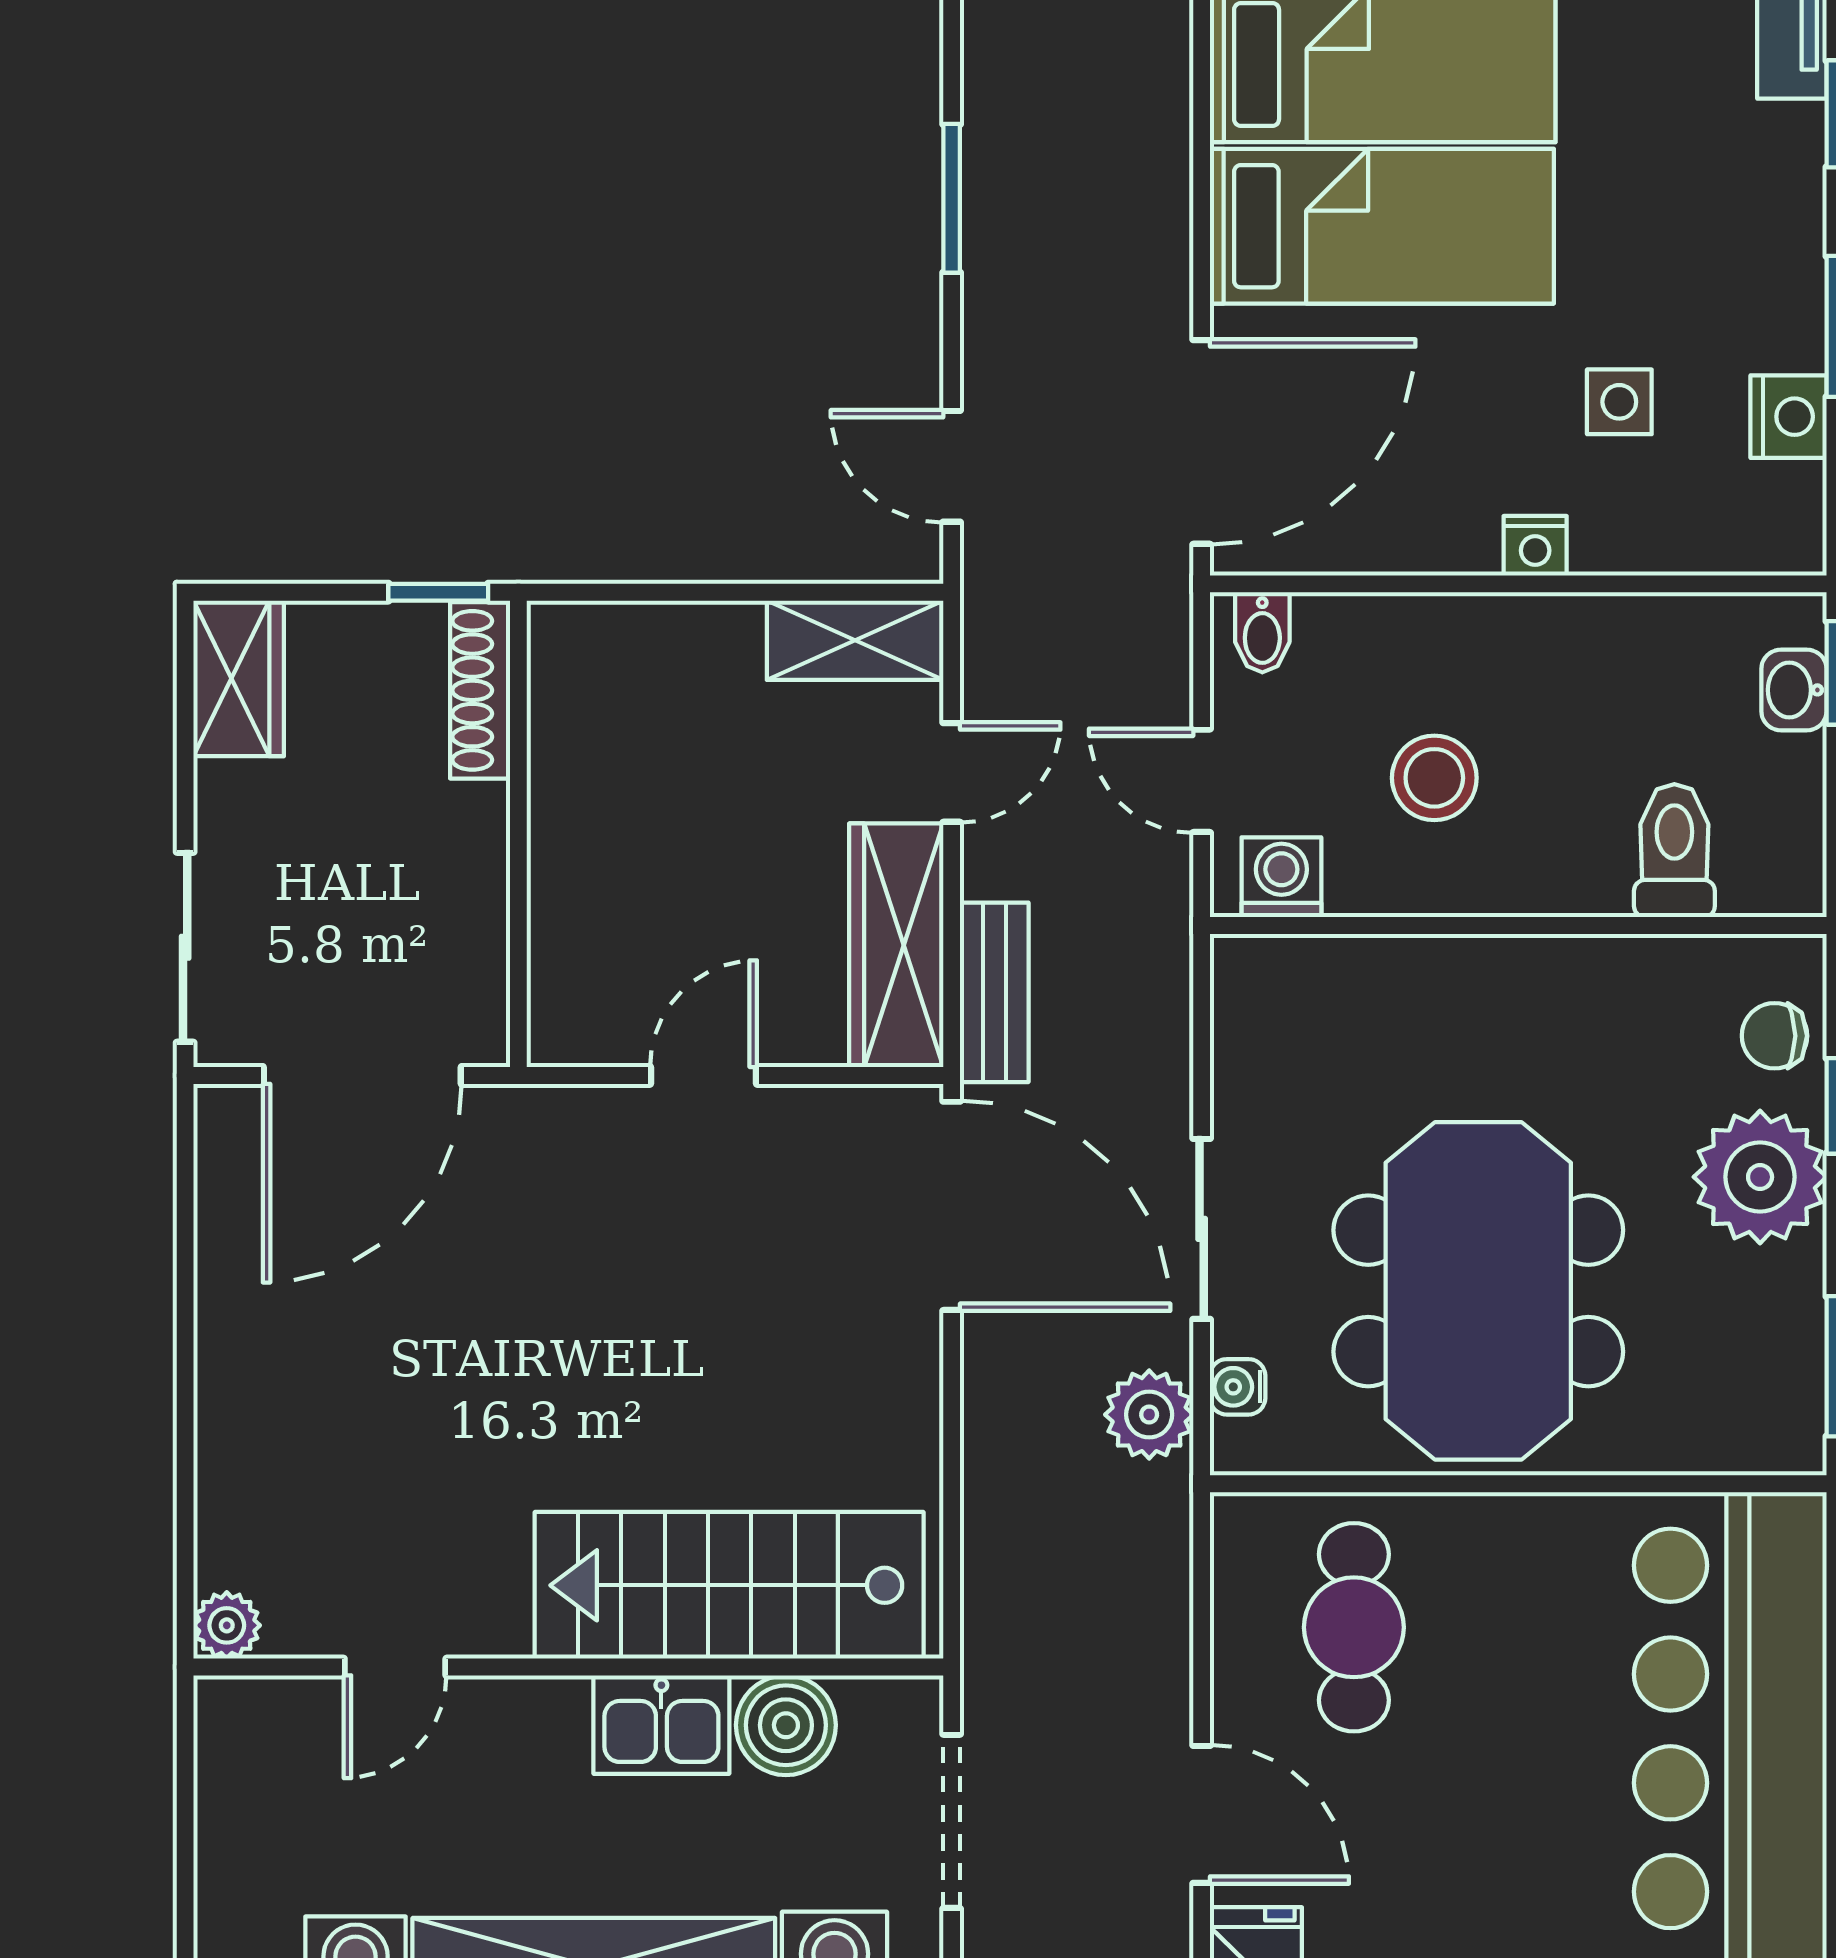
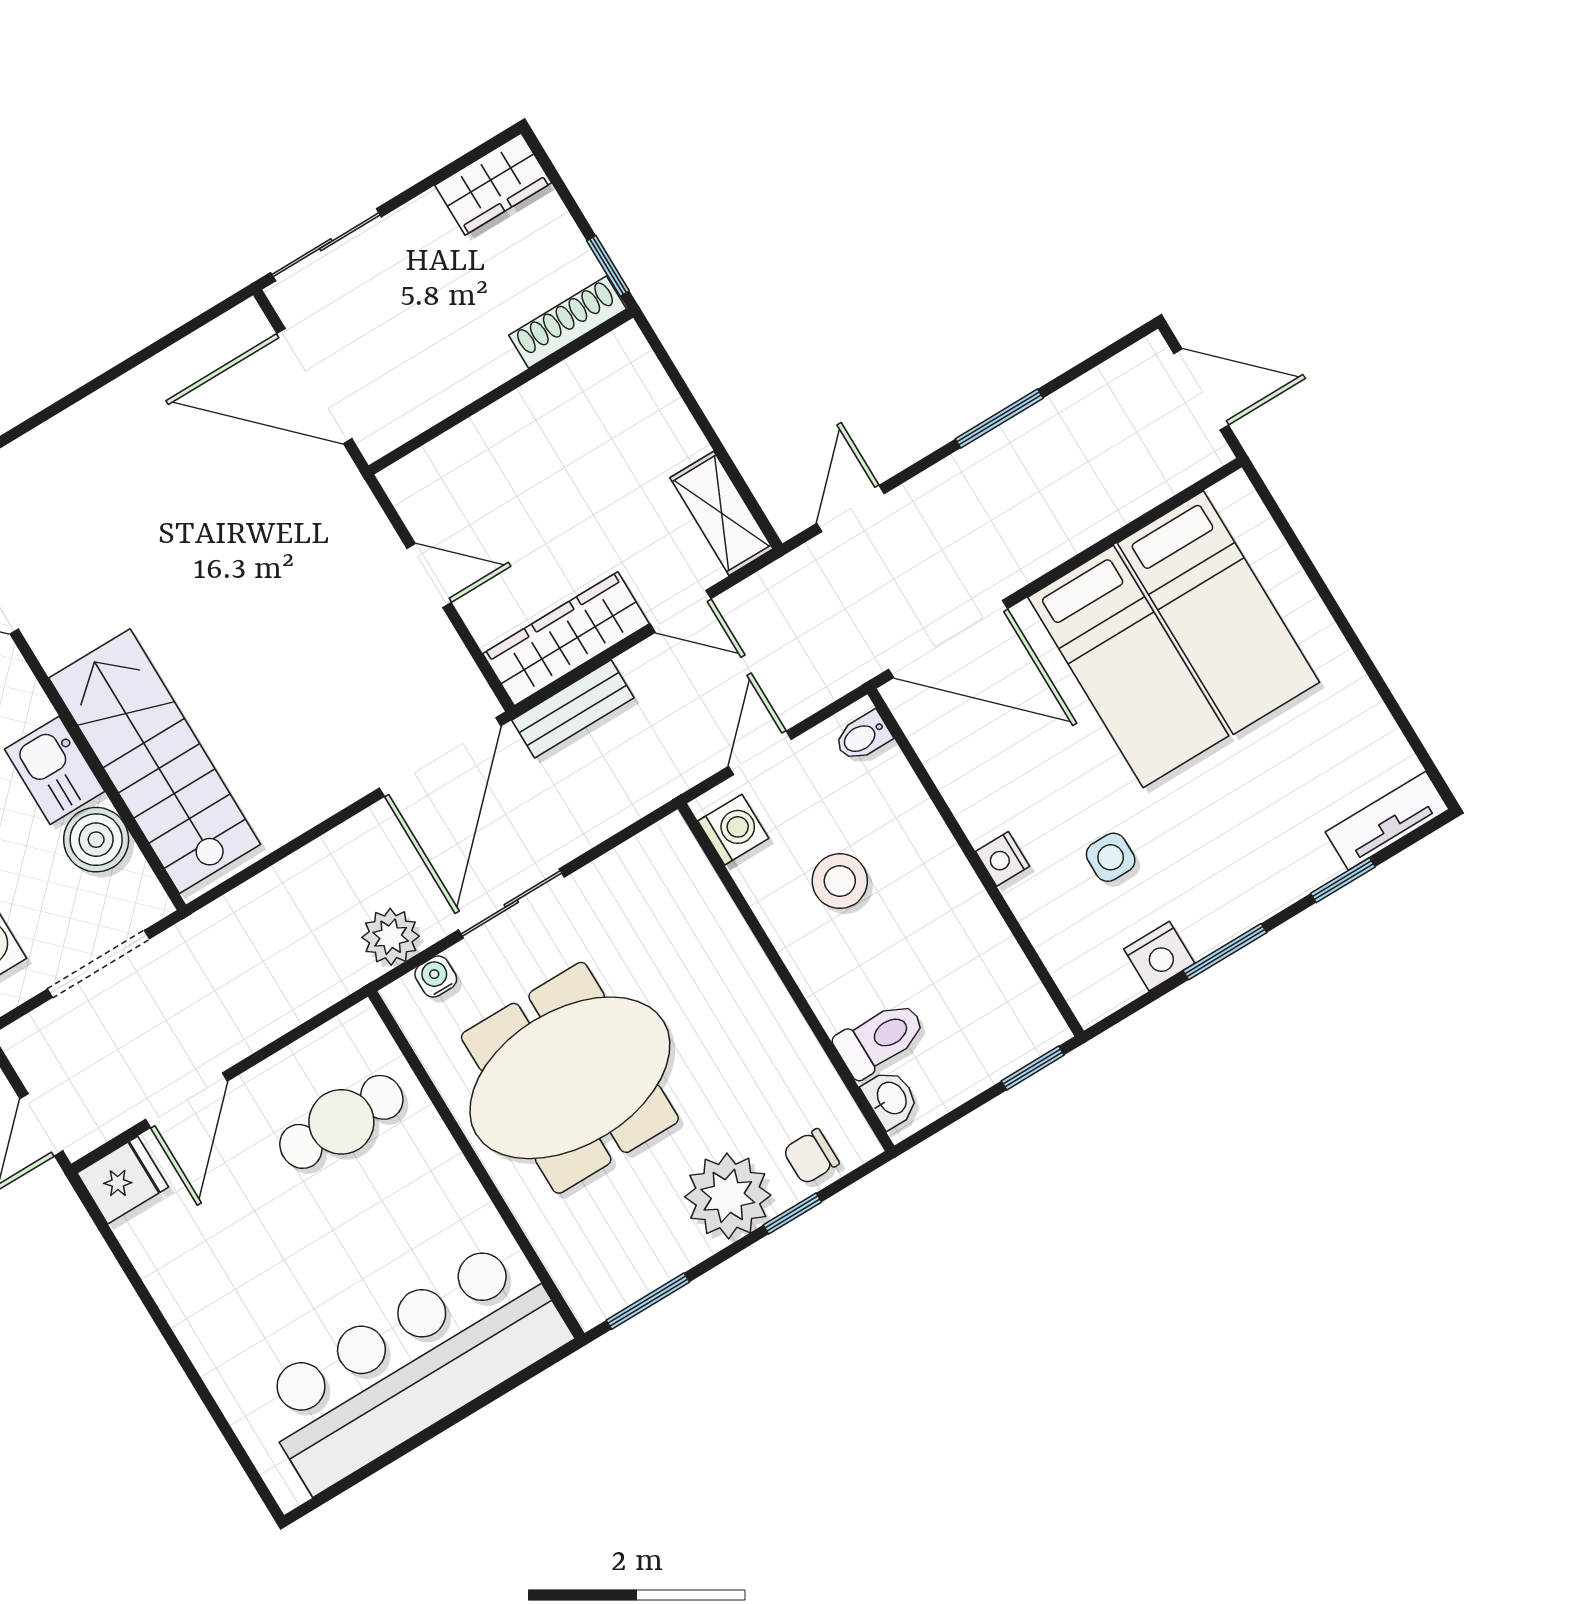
washbasin: (1794, 690) -> (891, 1099), moved, turned 90
chair: (1775, 1036) -> (811, 1157), turned -90

